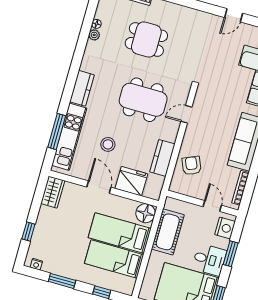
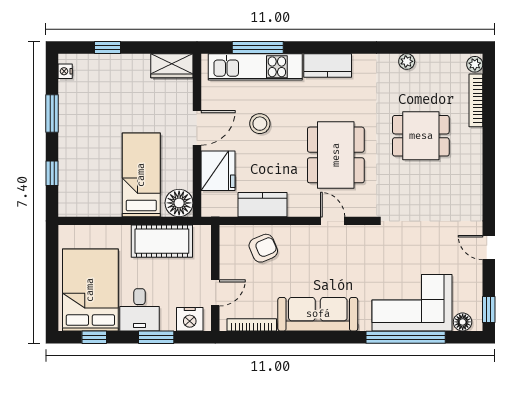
floor lamp: (96, 24) -> (423, 60), removed
dining table: (146, 39) -> (421, 136), turned 90
bed: (114, 259) -> (103, 177), removed

